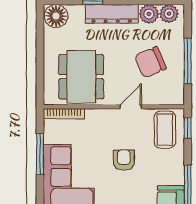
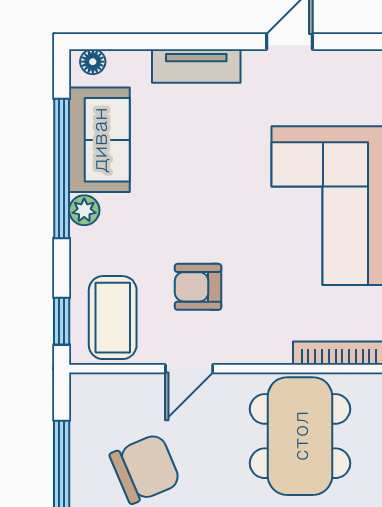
armchair: (124, 160) -> (198, 287), moved, turned 90
plant: (178, 178) -> (84, 210), added

